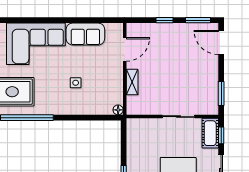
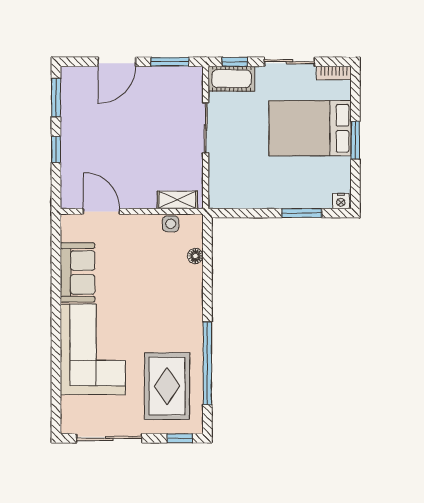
door: (221, 43) -> (117, 62), moved
shelving: (132, 82) -> (177, 200), moved
side table: (76, 83) -> (171, 224), moved
floor lamp: (118, 110) -> (195, 256), moved

